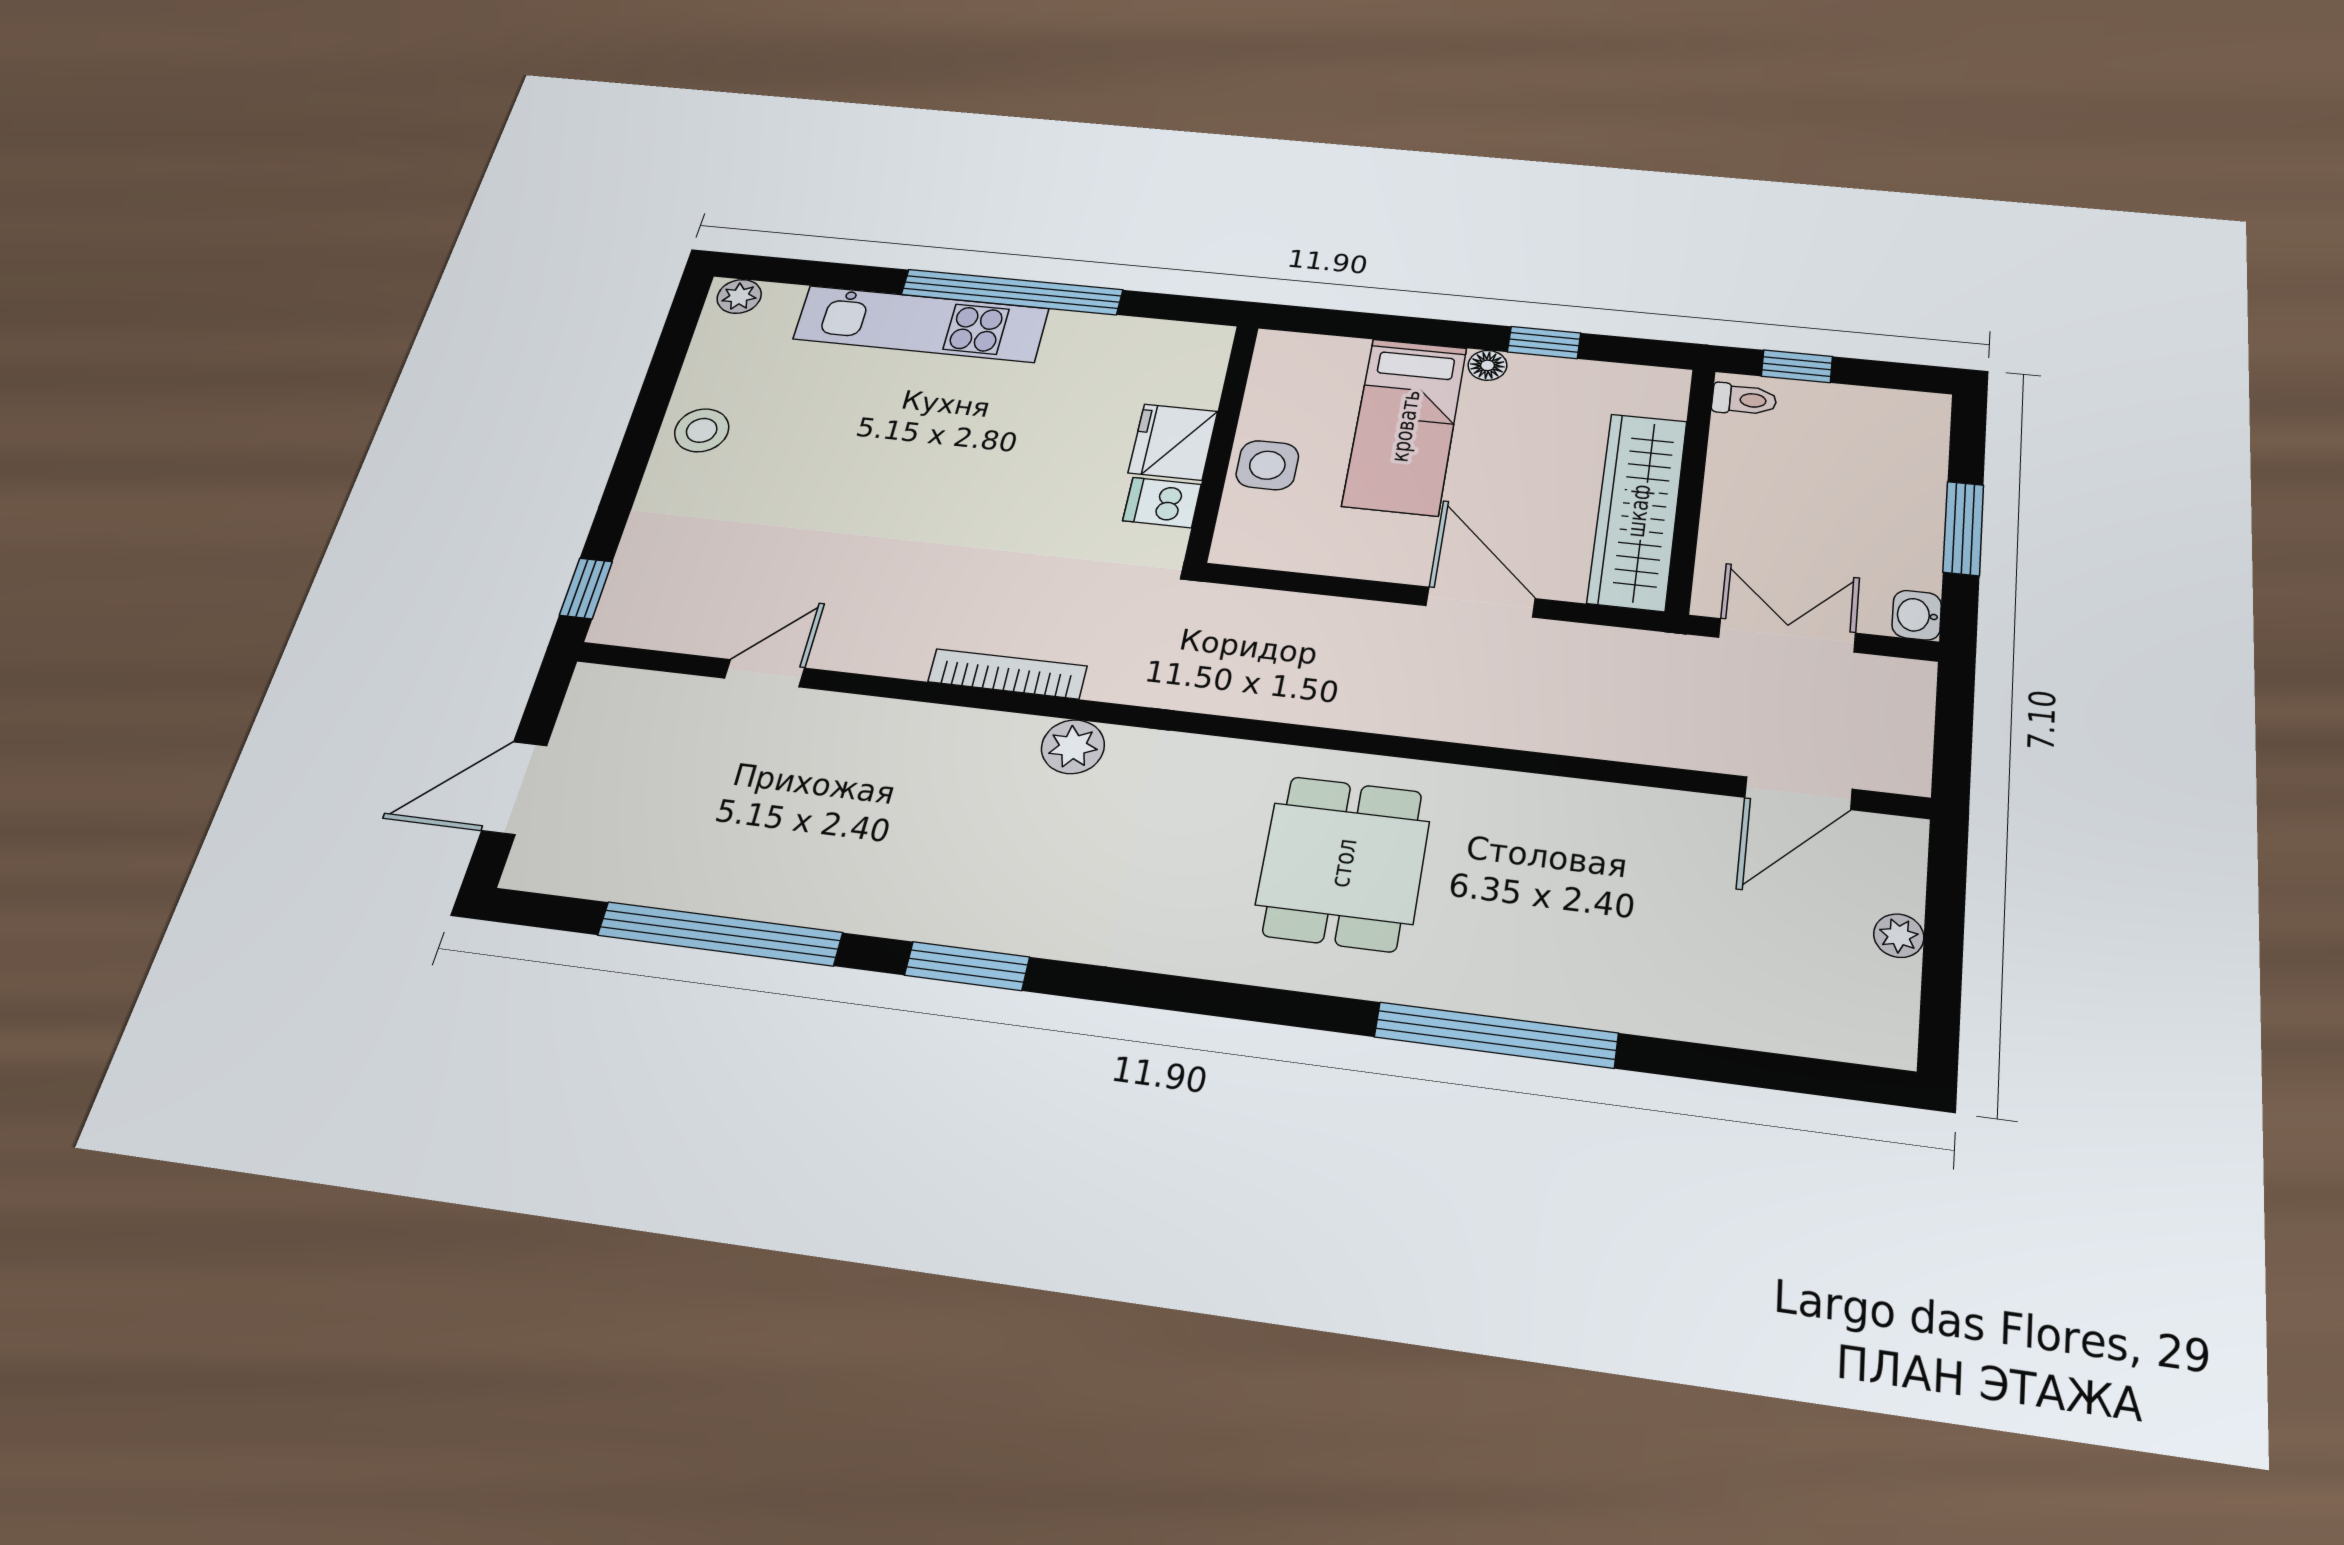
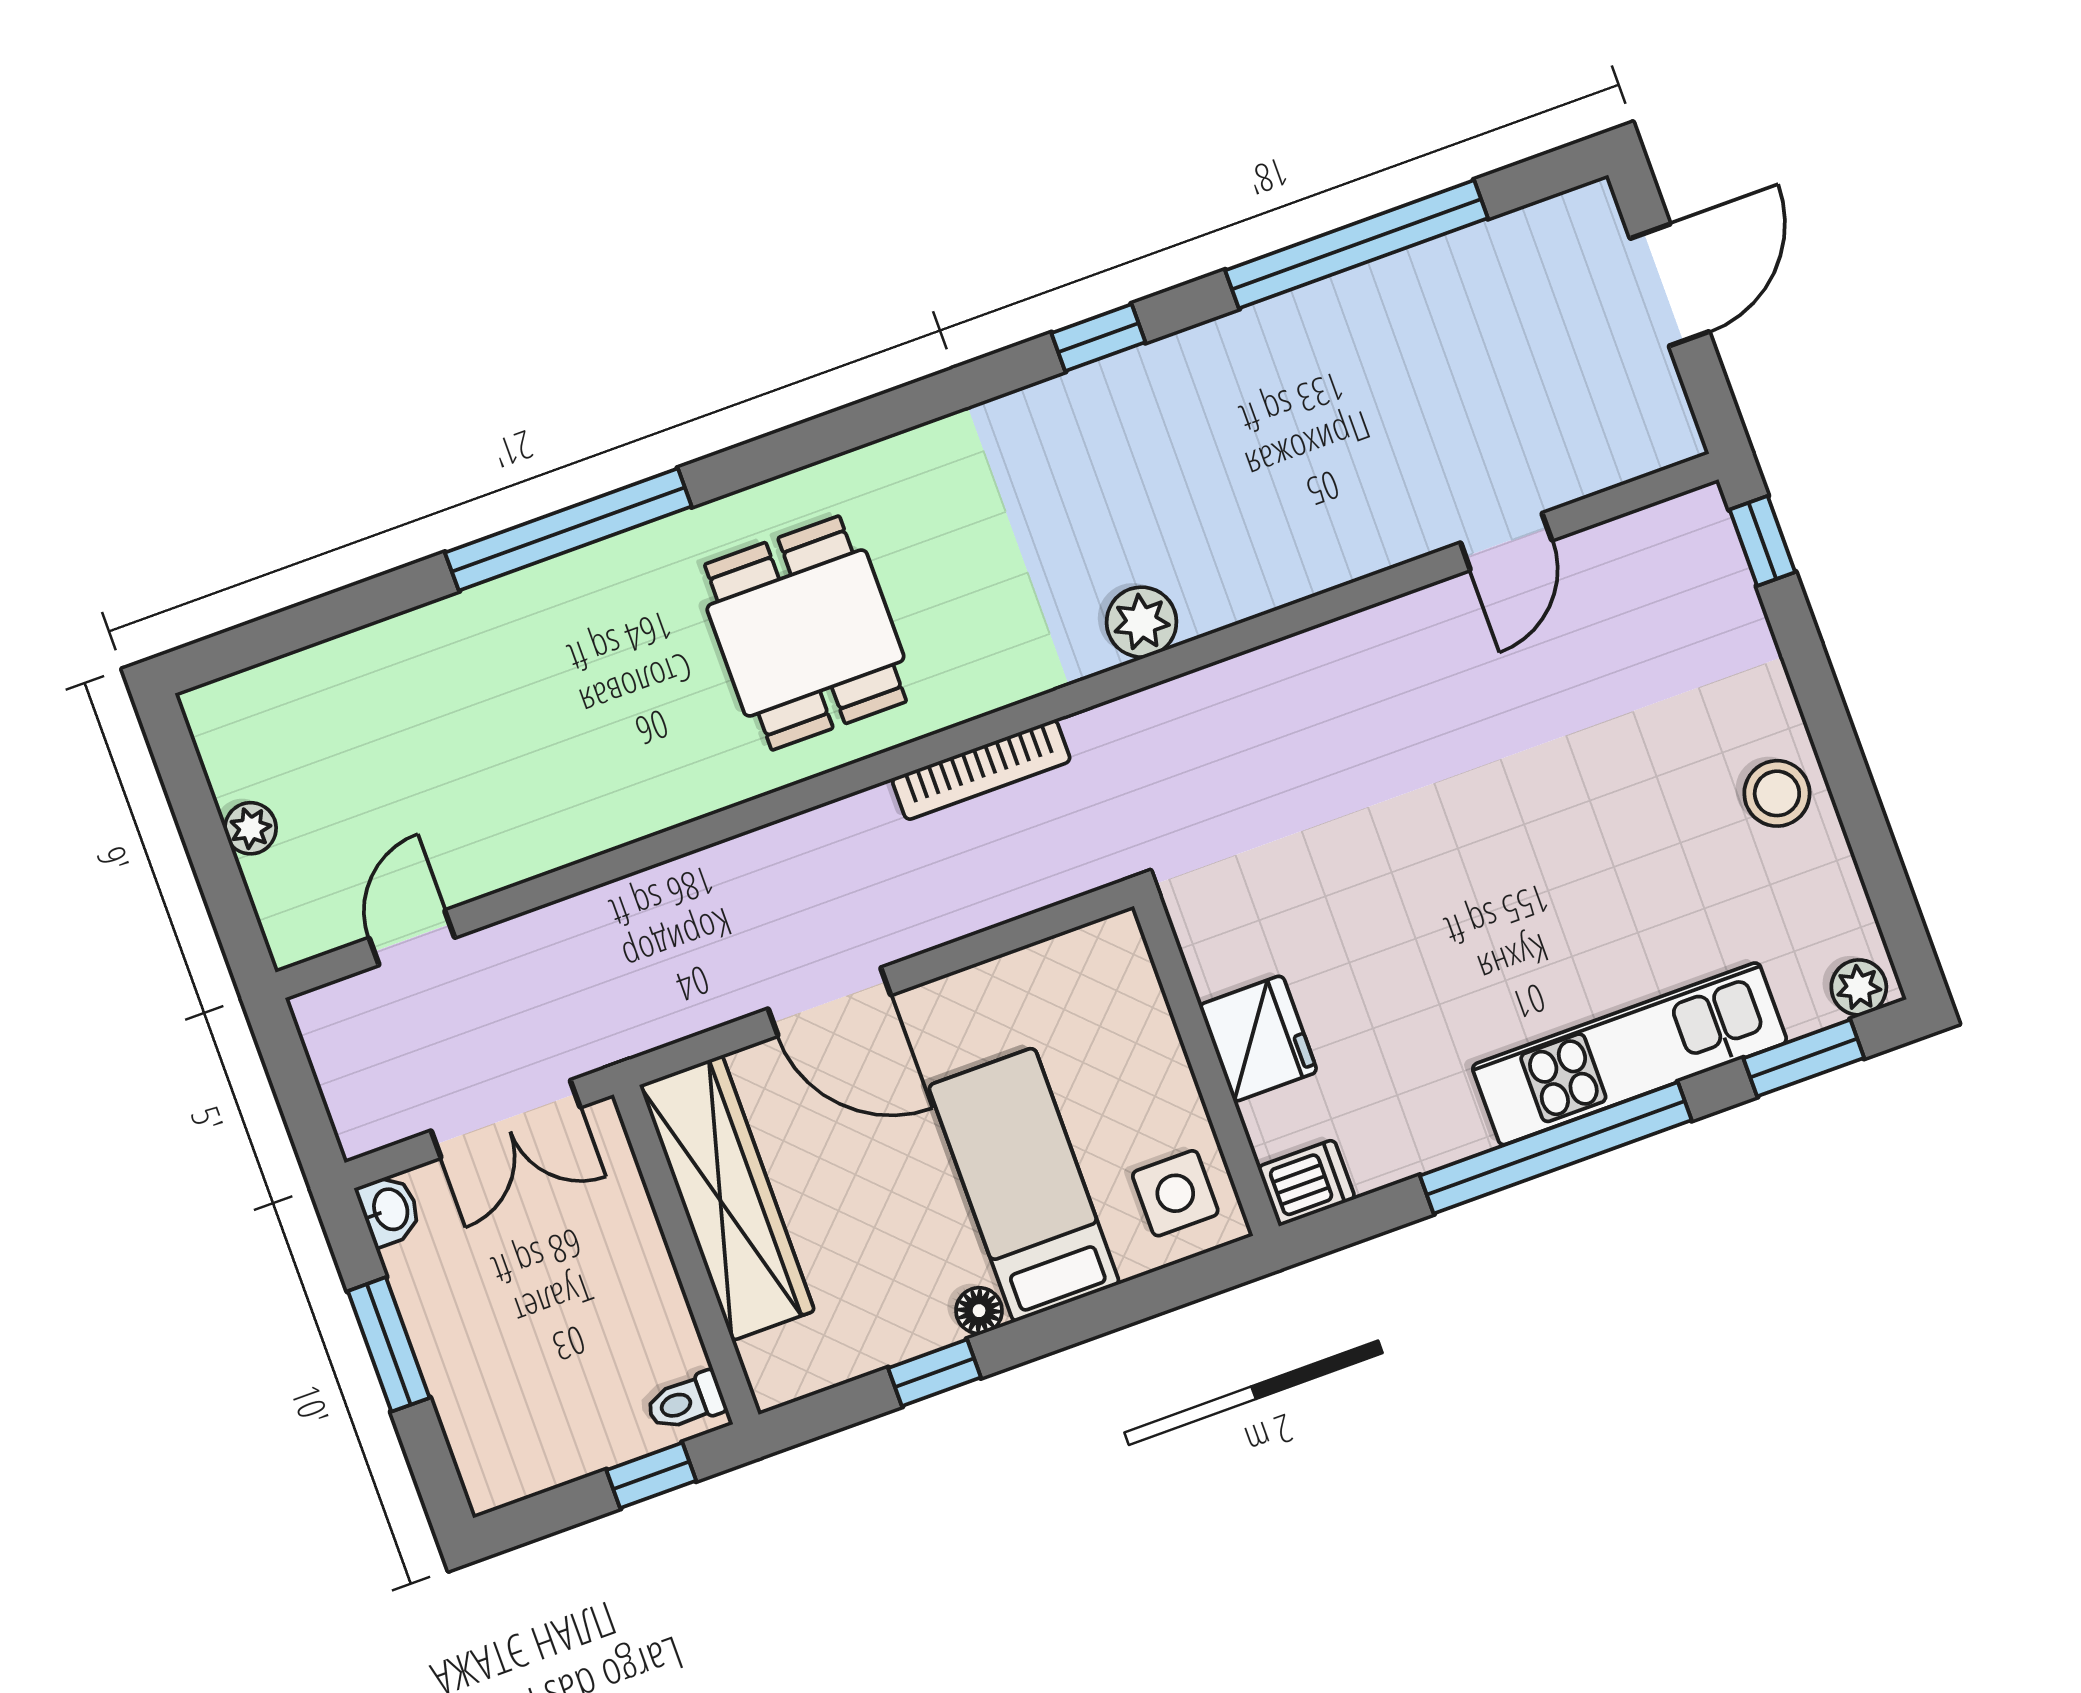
window: (807, 273) -> (1804, 1058), added
side table: (1267, 465) -> (1175, 1193), moved
dishwasher: (1162, 503) -> (1306, 1183), moved
bookcase: (1007, 674) -> (981, 770), moved
door: (1798, 793) -> (412, 938), width x0.73
window: (967, 966) -> (1098, 338), width x0.67

